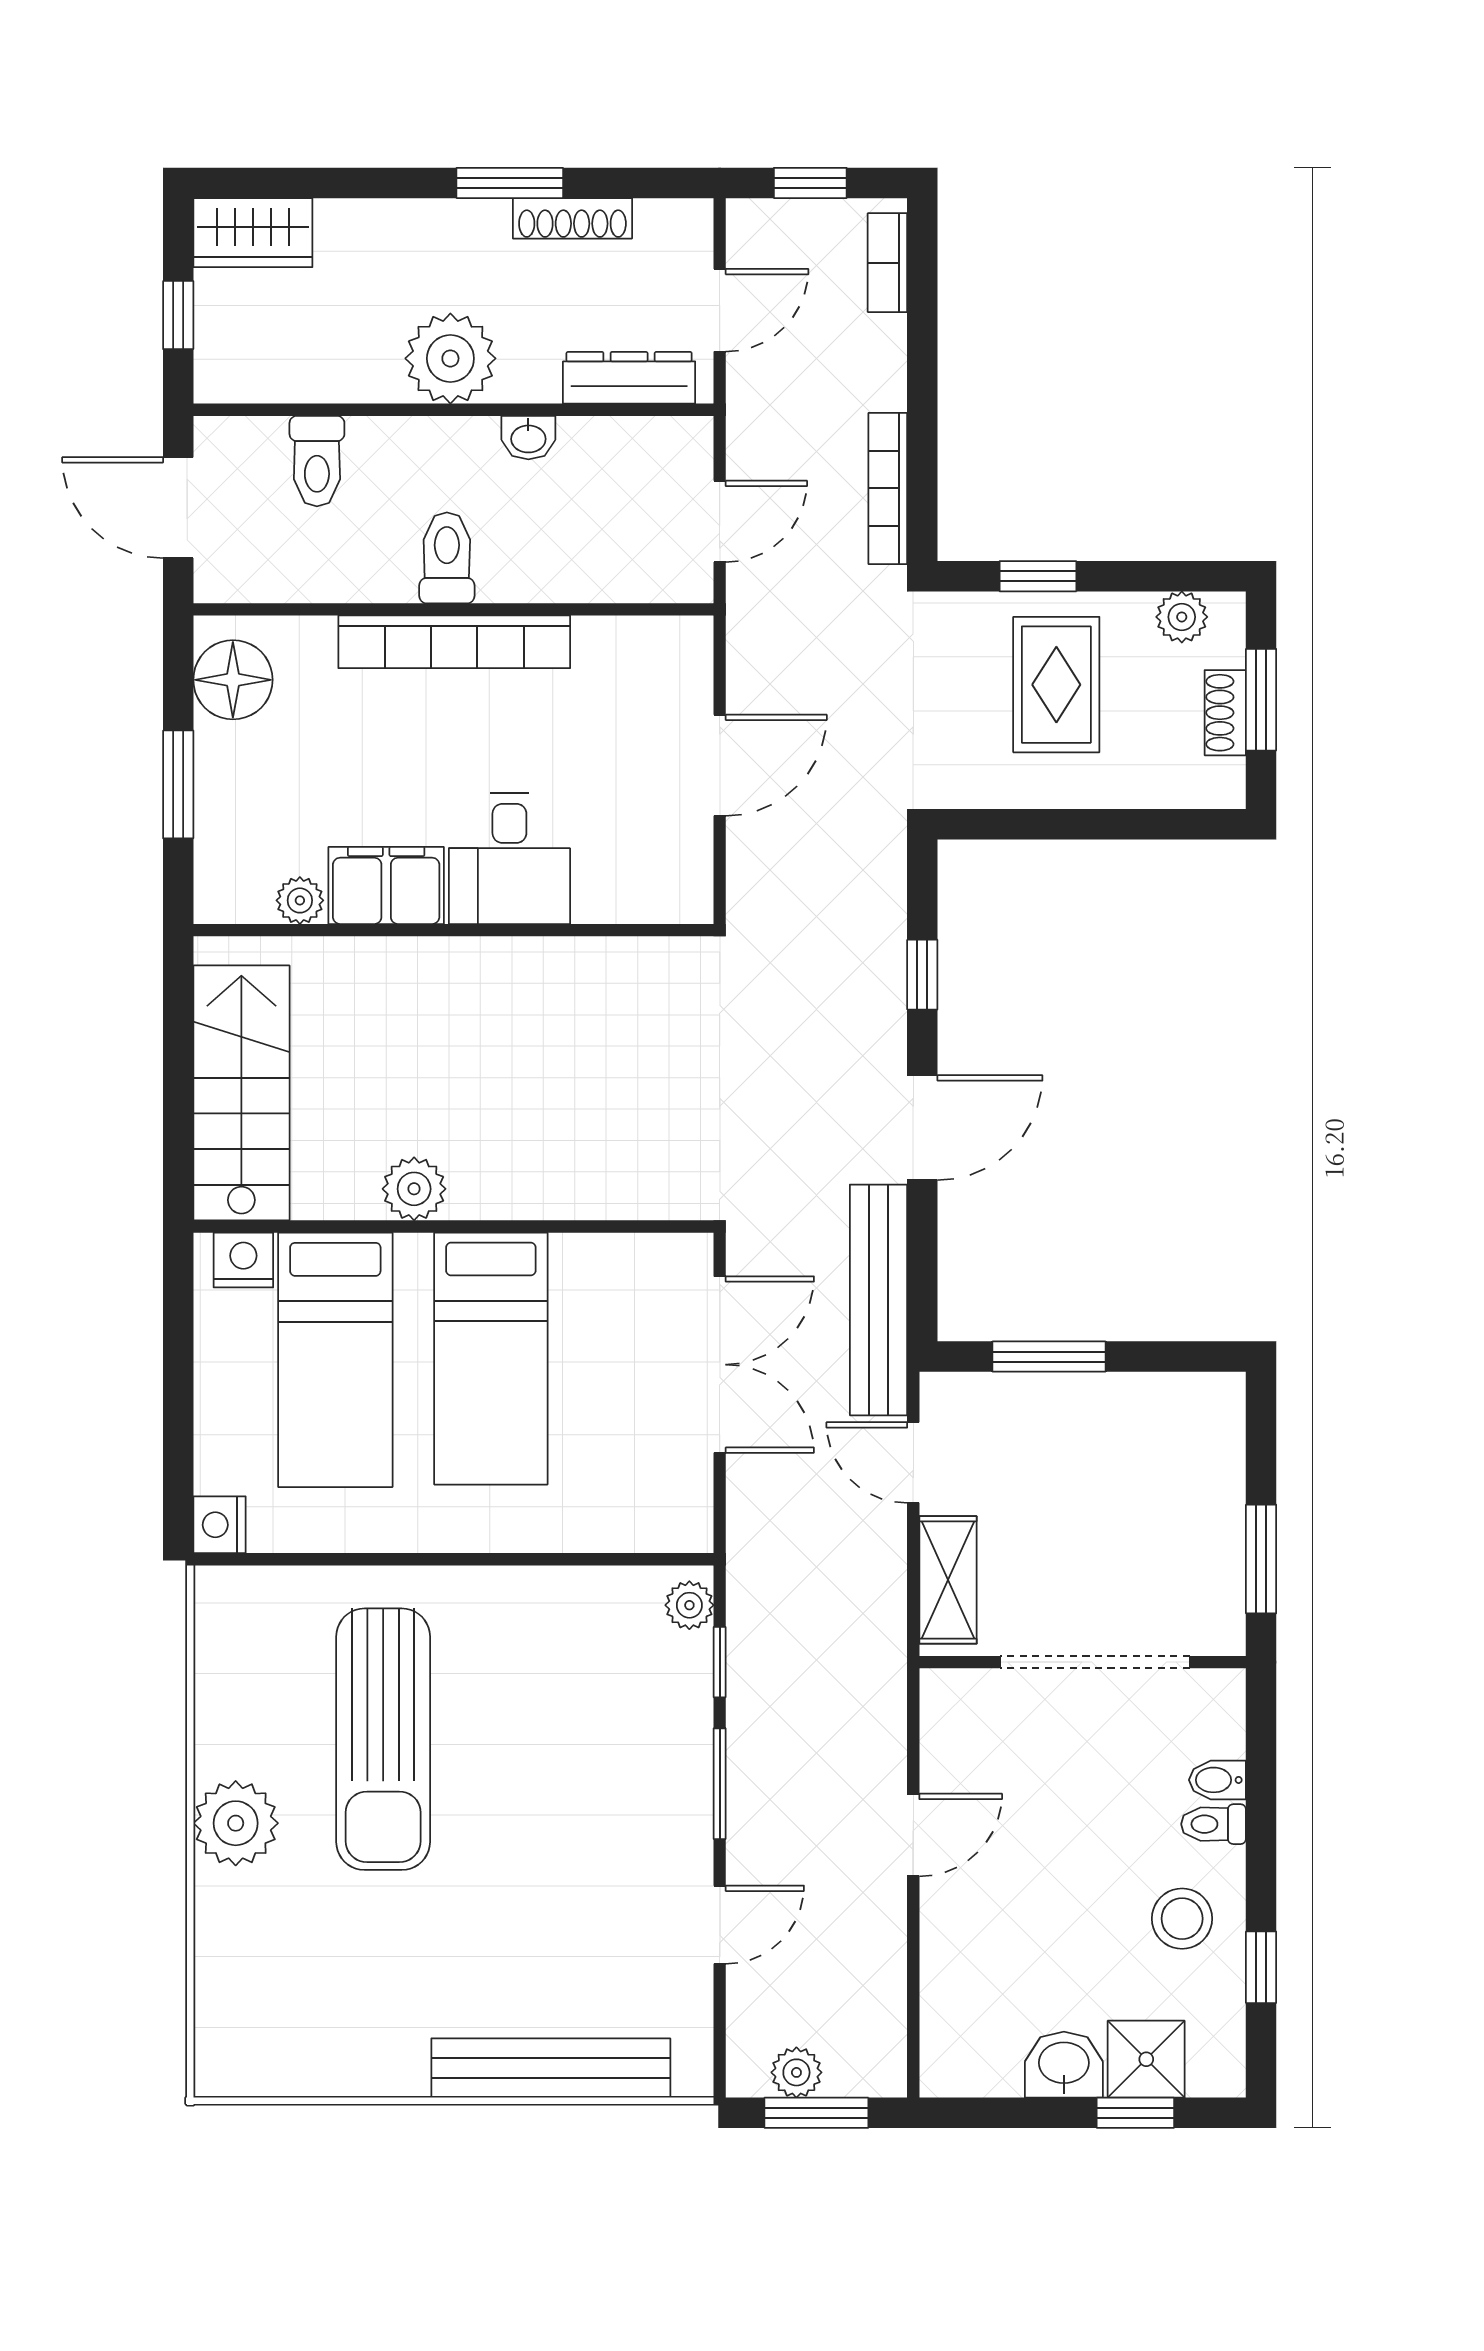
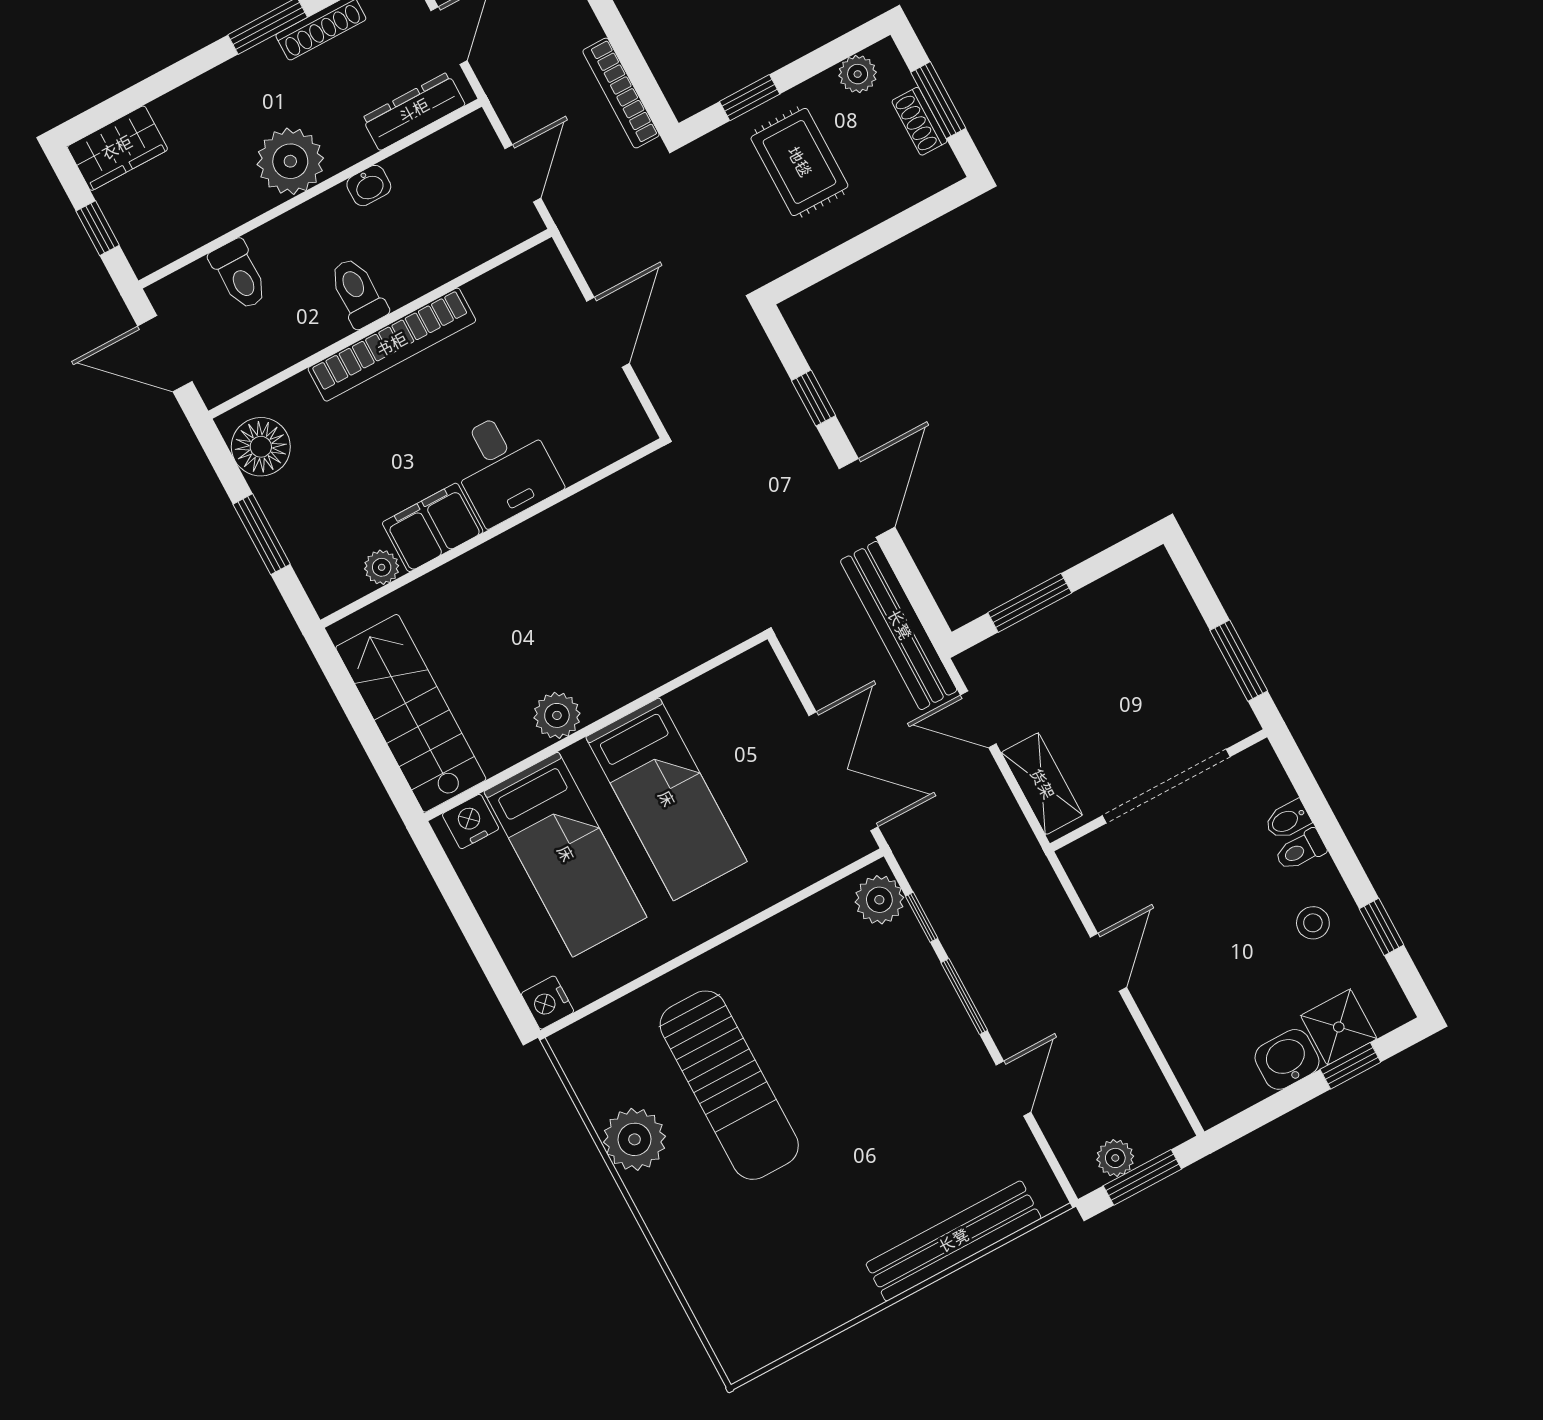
double door: (720, 1365) -> (843, 771), moved
plant: (689, 1605) -> (879, 900), width x1.38, depth x1.38
plant: (236, 1823) -> (634, 1139), moved
stool: (1182, 1919) -> (1313, 923), width x0.73, depth x0.73

